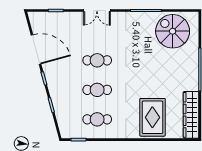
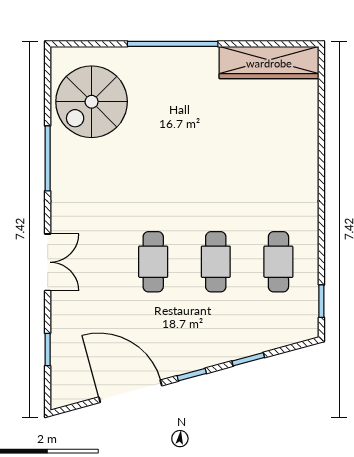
door: (36, 50) -> (130, 391), hinge flipped
rug: (152, 117) -> (274, 144), removed

